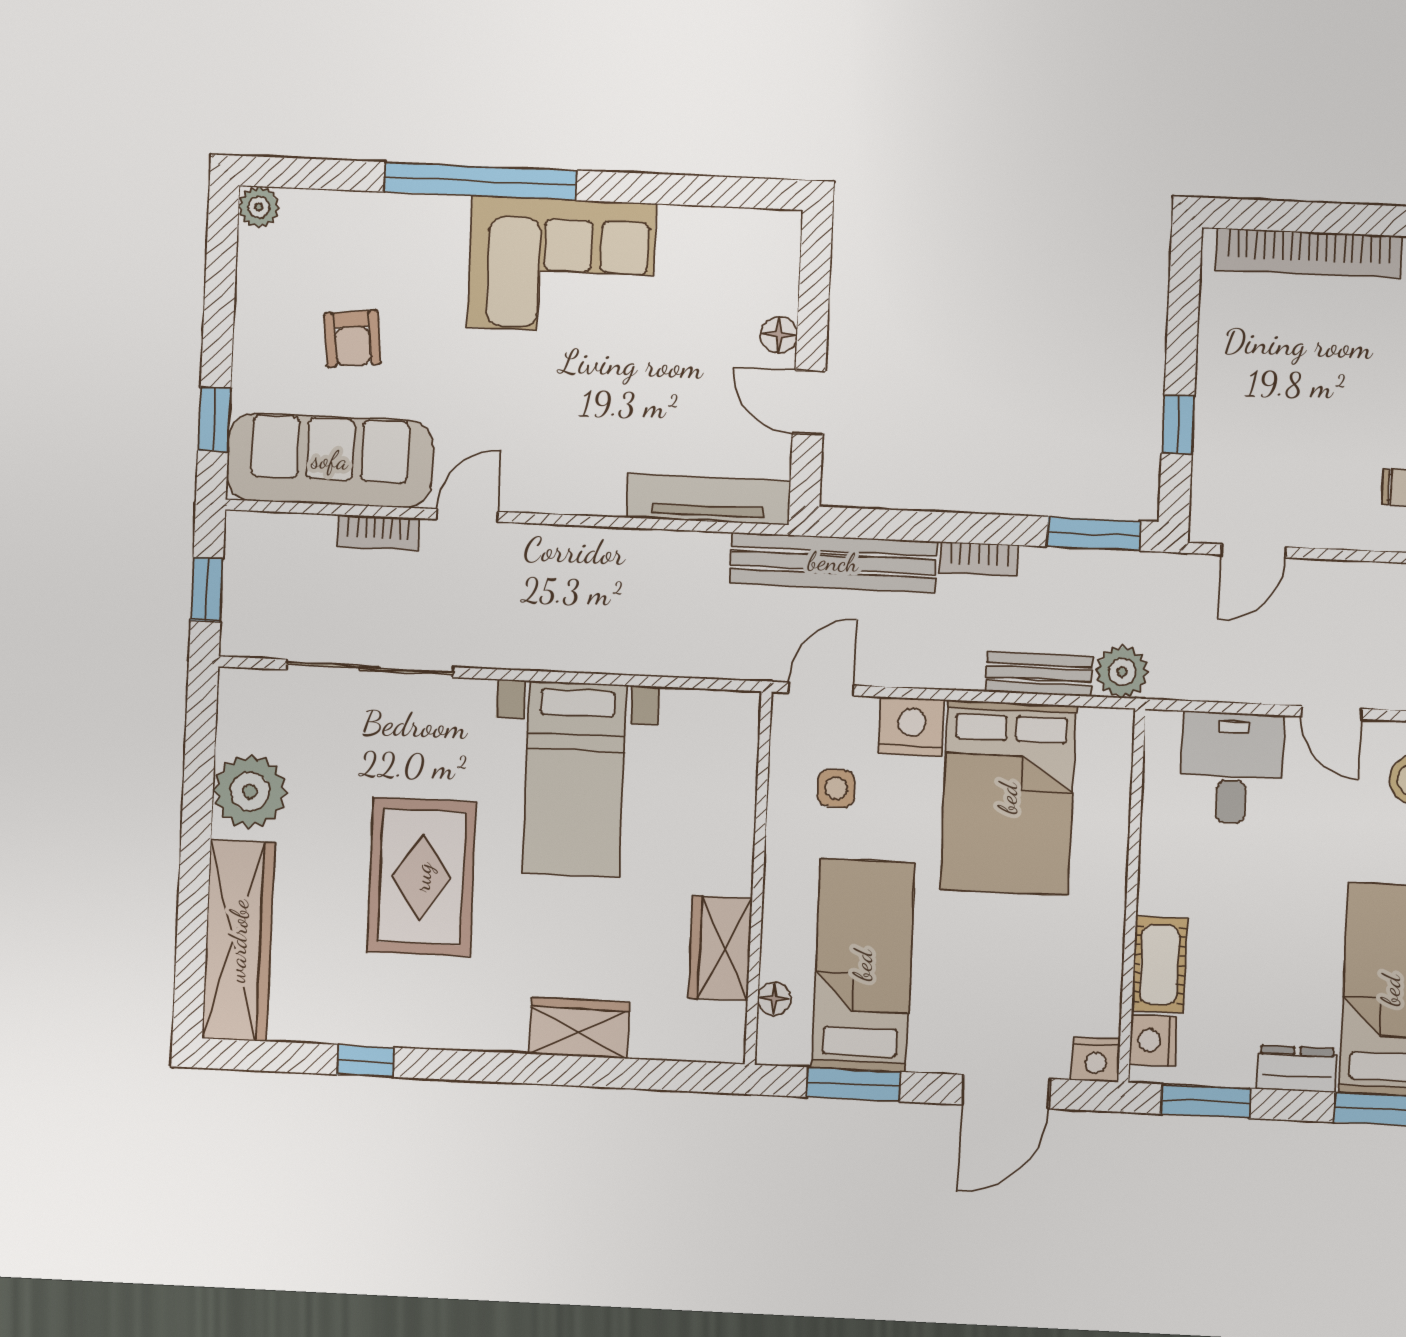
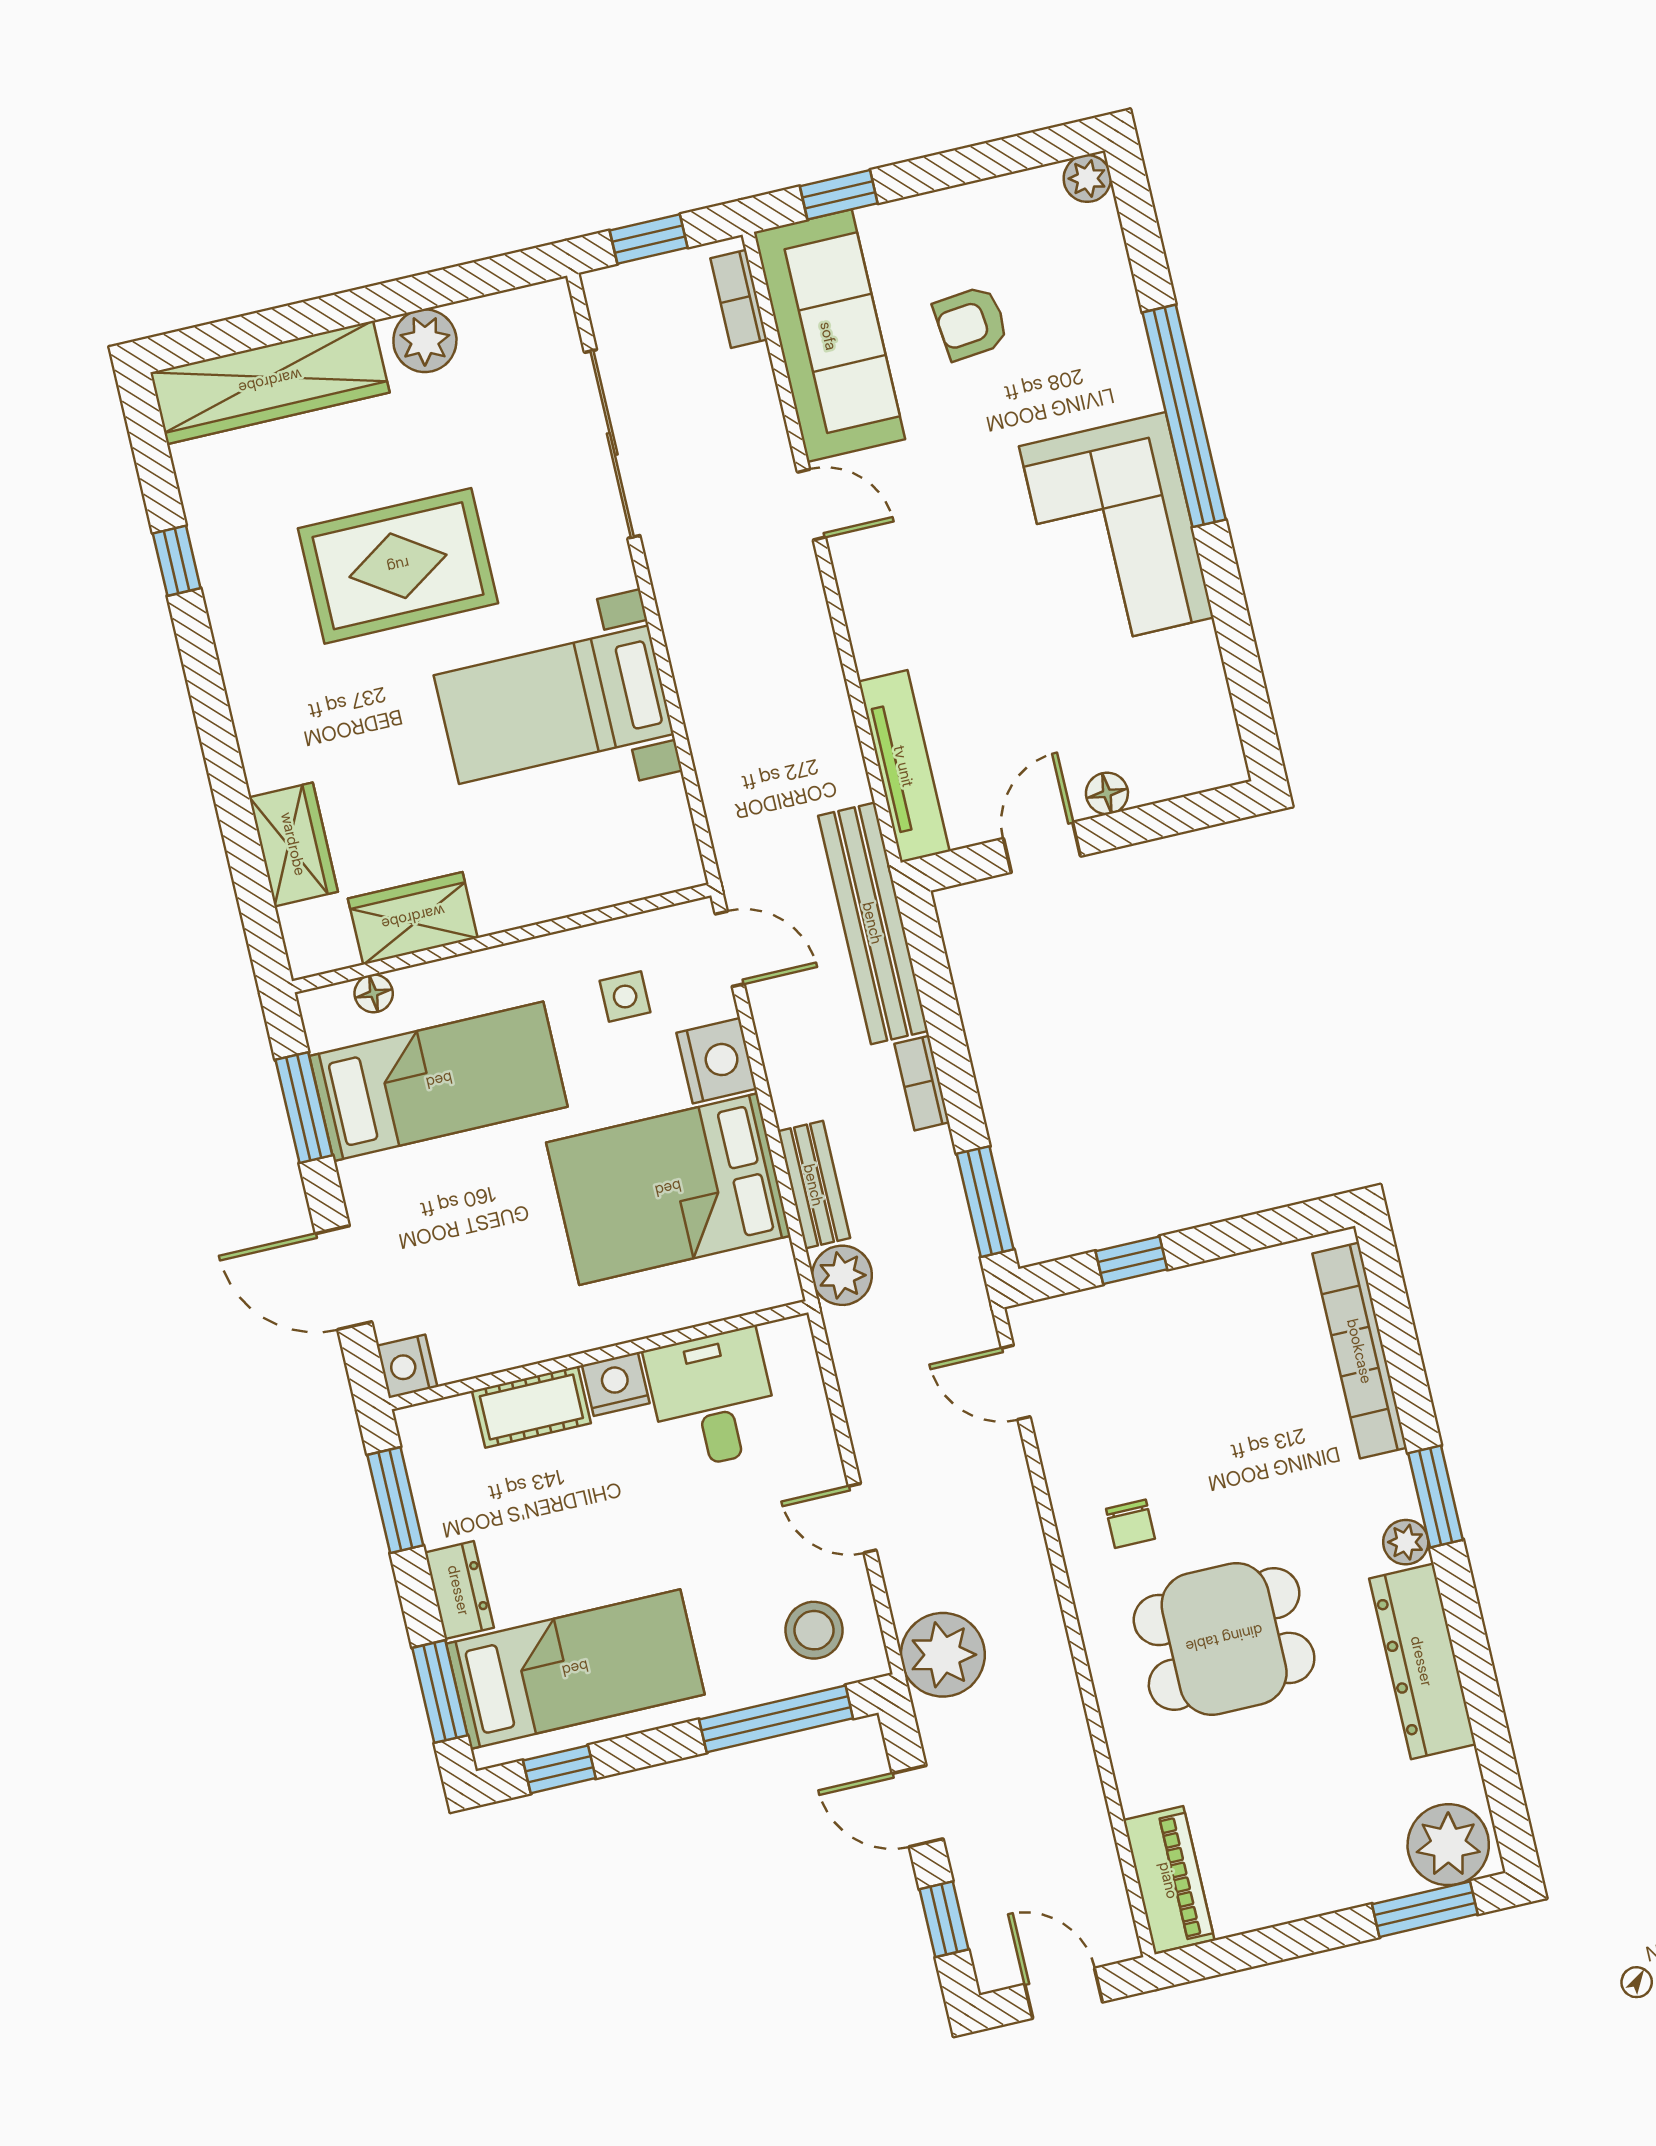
bookcase: (378, 532) -> (739, 299), moved
door: (1332, 712) -> (862, 1518), hinge flipped
desk: (1232, 768) -> (713, 1399), moved, turned -90
plant: (250, 792) -> (425, 341), width x0.73, depth x0.73
wardrobe: (579, 1028) -> (294, 844), moved
nightstand: (1153, 1041) -> (616, 1384), moved

